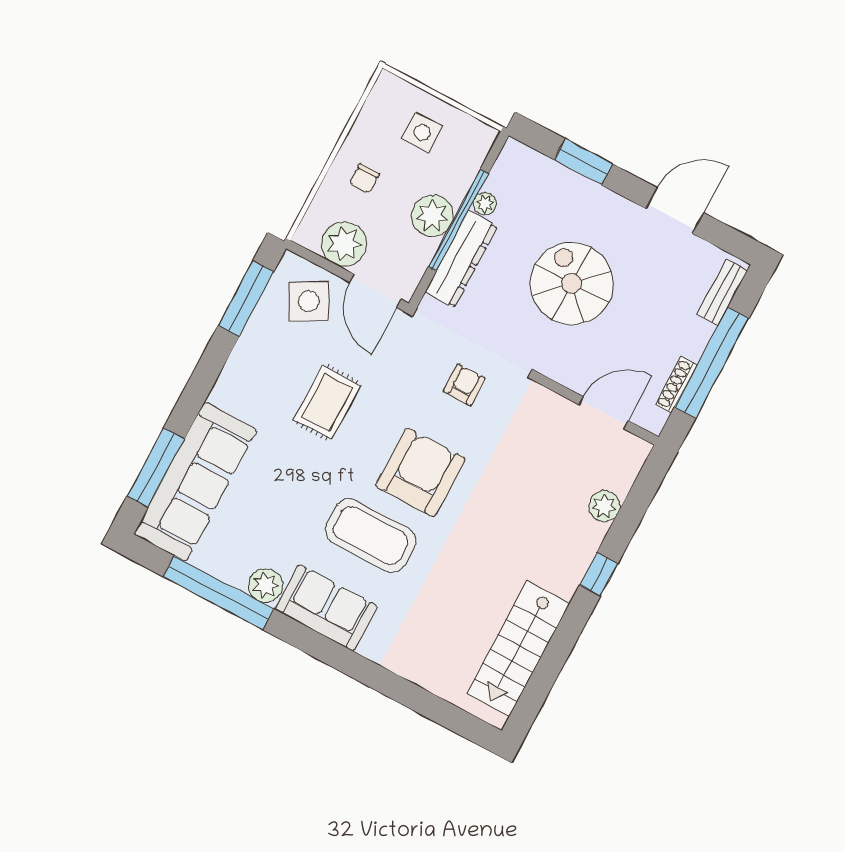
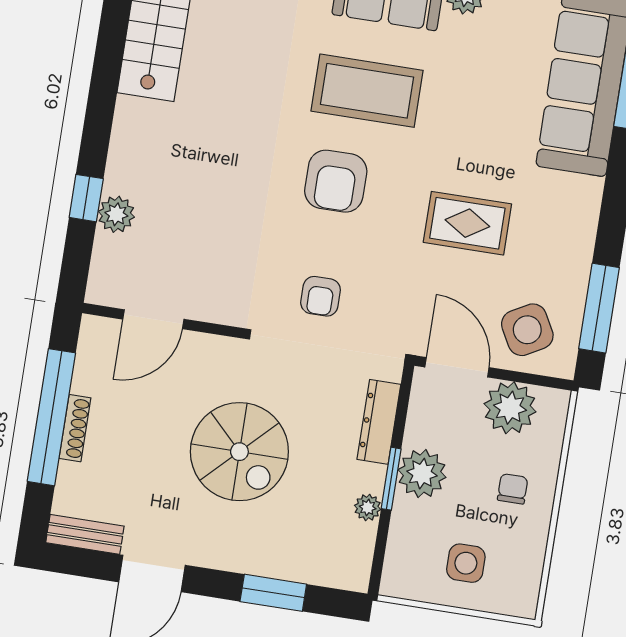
window: (458, 220) -> (391, 479), width x0.47
dresser: (461, 259) -> (379, 422), width x0.73, depth x0.80
bench: (722, 292) -> (85, 534), moved, turned 90
shoe rack: (676, 385) -> (75, 428), moved
rug: (327, 402) -> (467, 223), turned 90
armchair: (420, 472) -> (336, 181), width x0.73, depth x0.73
window: (599, 574) -> (86, 198), moved

